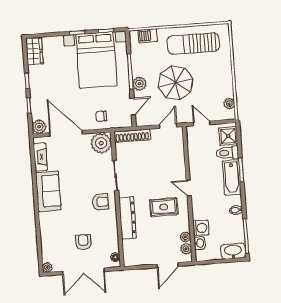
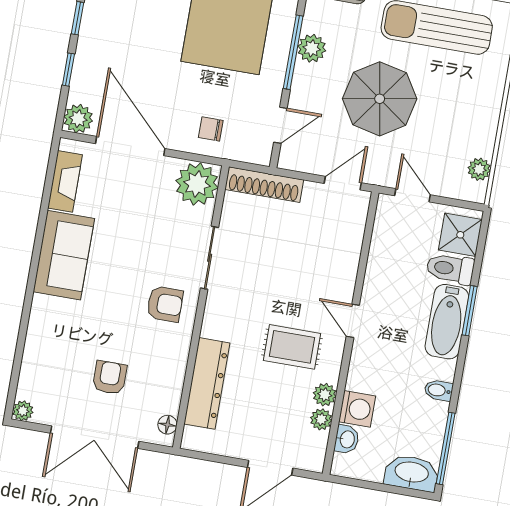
plant: (139, 84) -> (312, 48), moved
dresser: (128, 218) -> (207, 383), moved
plant: (186, 249) -> (325, 395), moved

